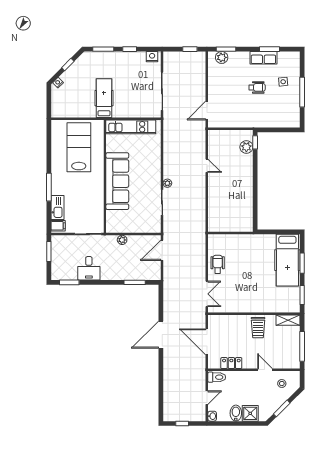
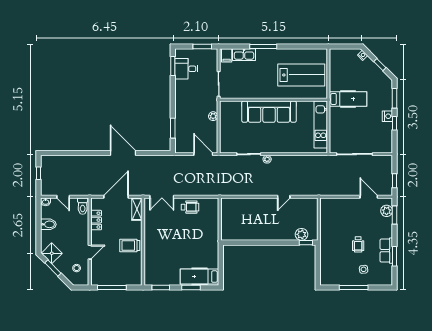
nightstand: (152, 57) -> (387, 116), moved
door: (207, 111) -> (369, 197), moved
hospital bed: (287, 260) -> (199, 277), width x0.73, depth x0.78
desk: (89, 268) -> (186, 69), moved
shelving: (288, 320) -> (137, 209), moved
shower: (250, 413) -> (52, 253), moved, turned 45

